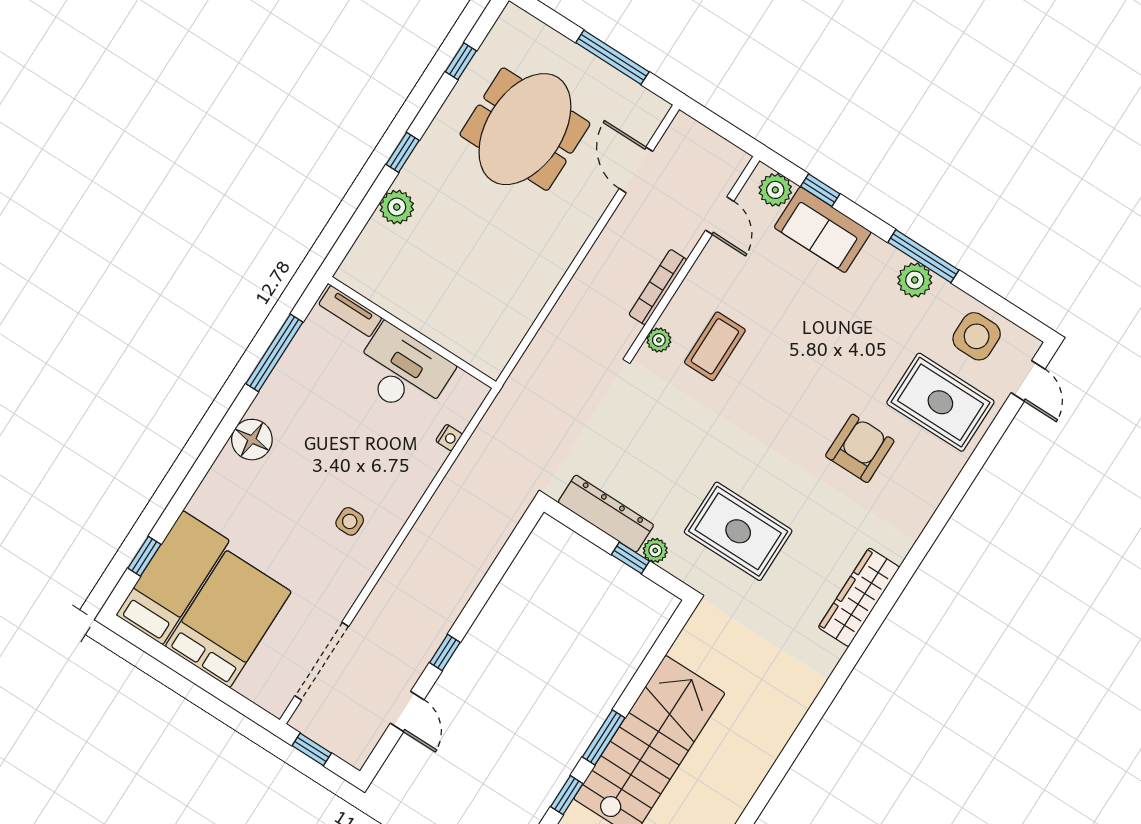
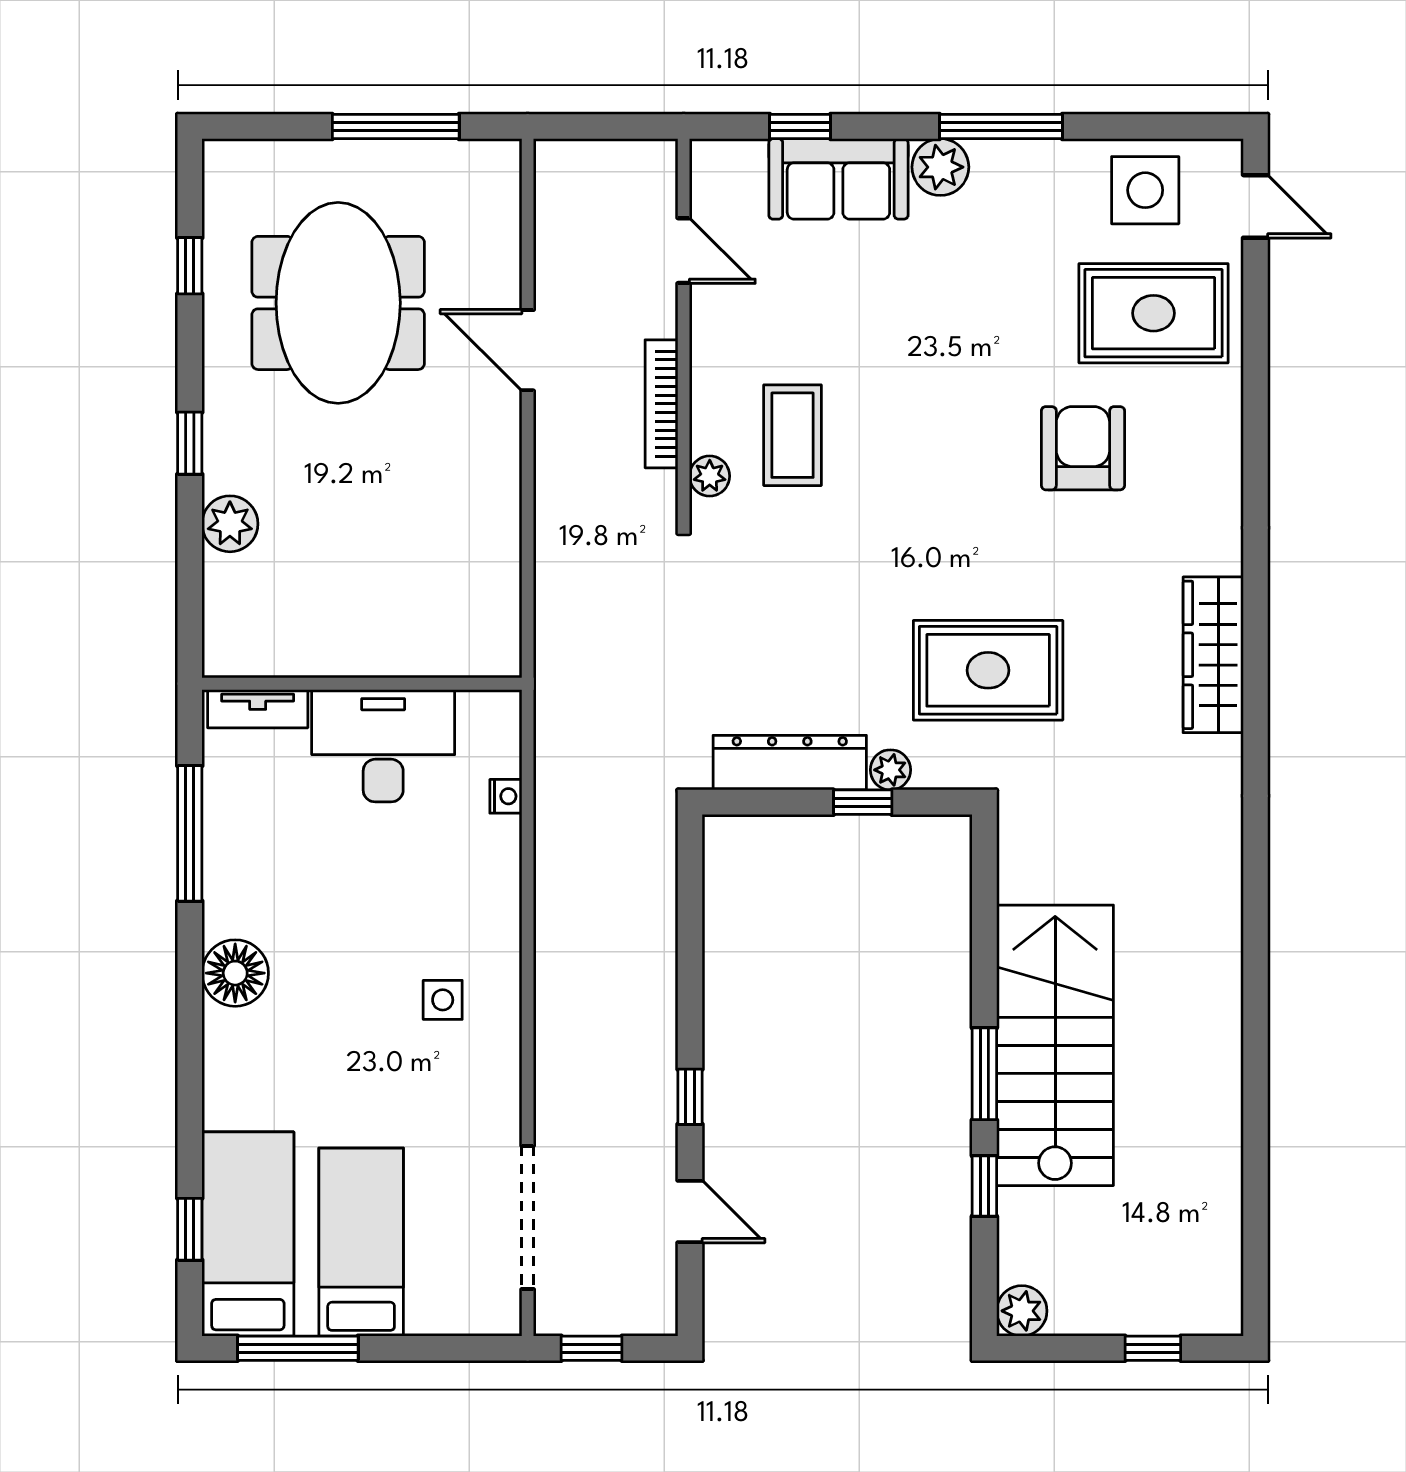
door: (636, 170) -> (528, 350), moved
plant: (775, 190) -> (738, 166), removed
plant: (915, 280) -> (940, 167), moved
bed: (228, 619) -> (361, 1242), width x0.67
window: (161, 653) -> (298, 1348), added

